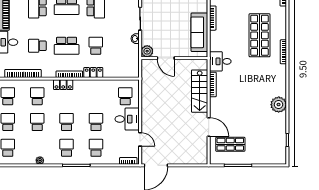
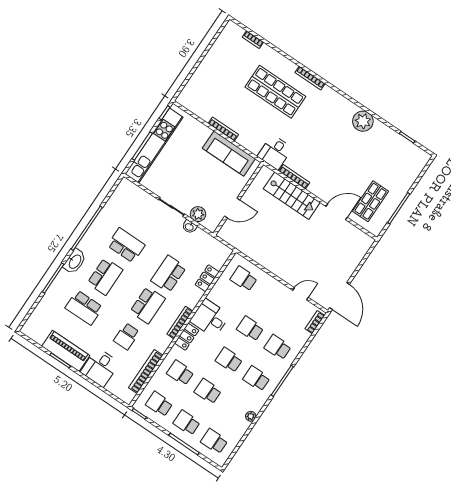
school desk: (96, 46) -> (169, 274), width x1.85
plant: (147, 51) -> (198, 214), moved
locker: (93, 72) -> (207, 278), moved
desk: (127, 119) -> (210, 318), moved, turned -90

